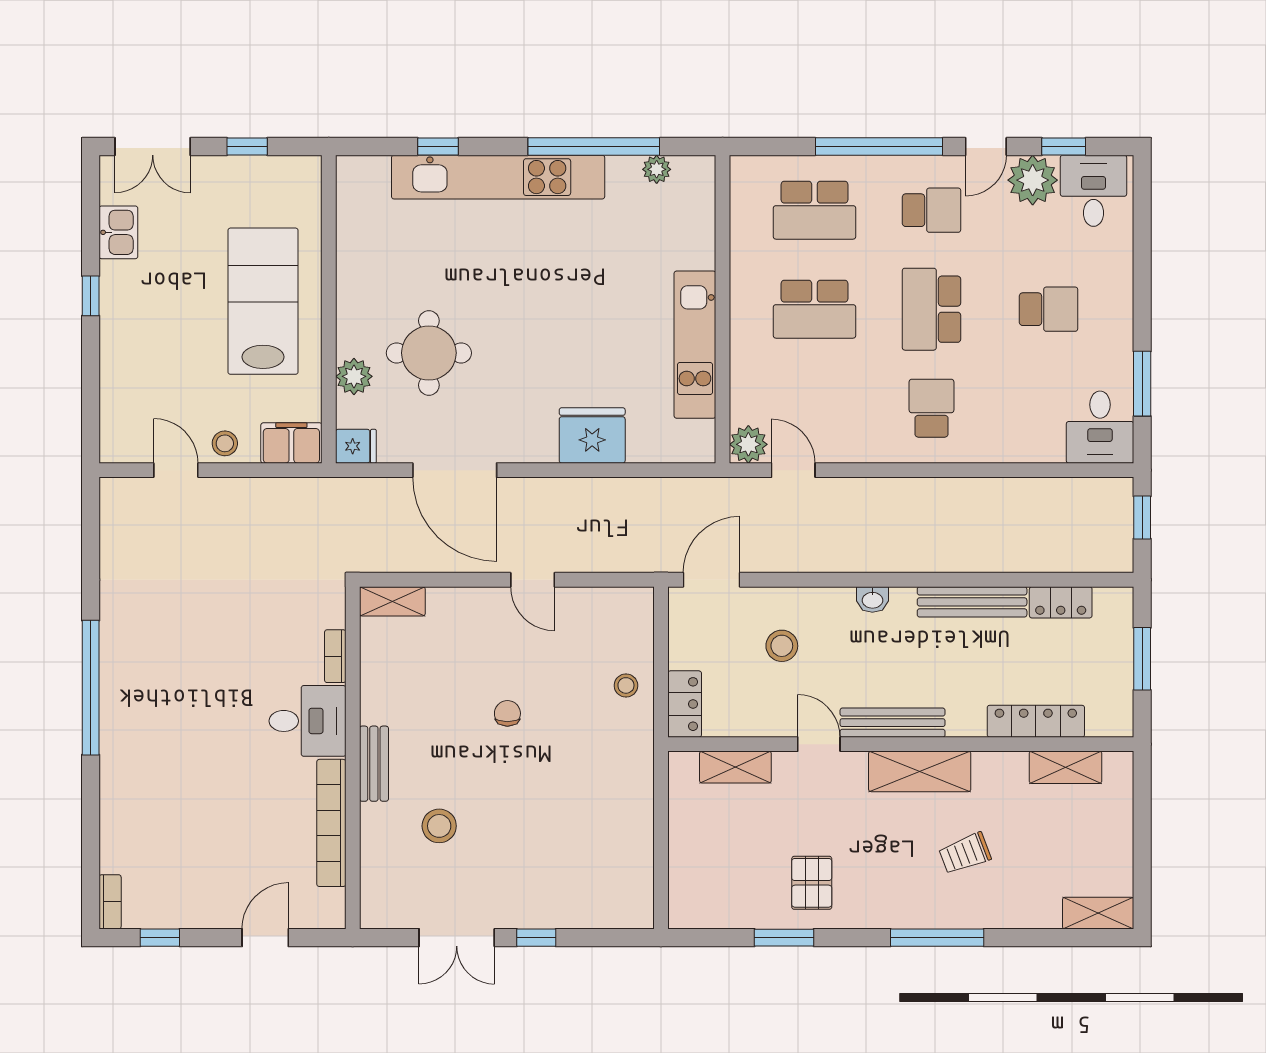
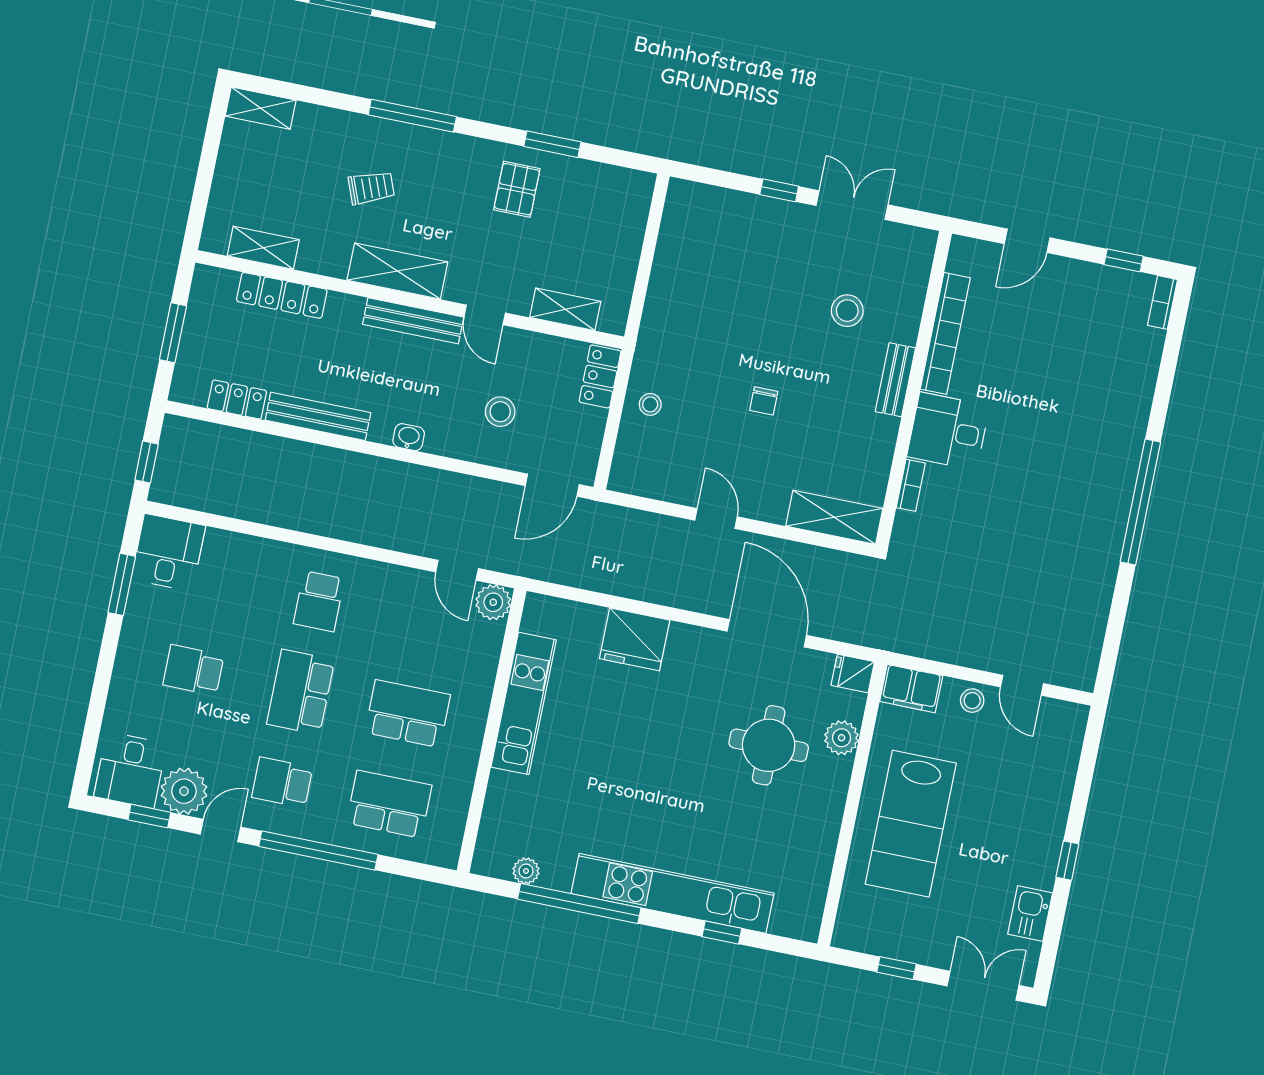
school desk: (932, 309) -> (301, 692), turned 180
shelving: (392, 601) -> (834, 517), width x1.50, depth x1.33

